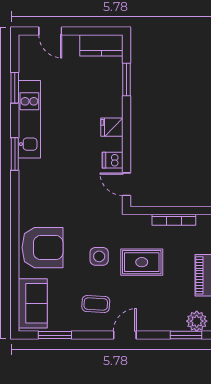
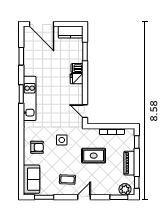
door: (50, 31) -> (41, 24), width x1.87
kitchen unit: (29, 119) -> (30, 98), moved
dishwasher: (113, 160) -> (77, 68), moved
armchair: (43, 248) -> (37, 147), width x0.53, depth x0.53
side table: (99, 256) -> (62, 140), moved

